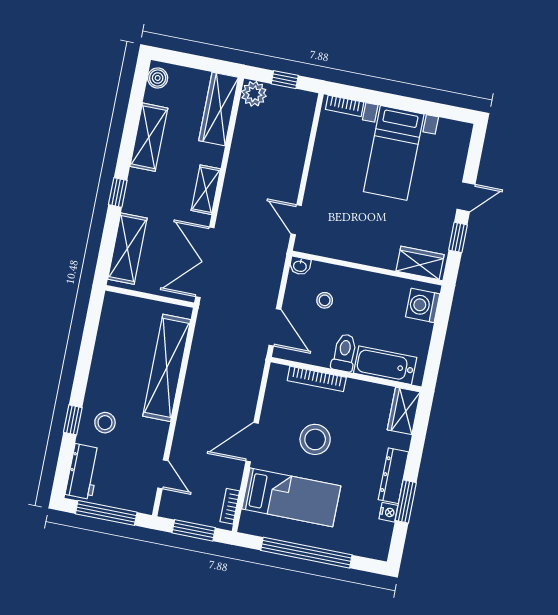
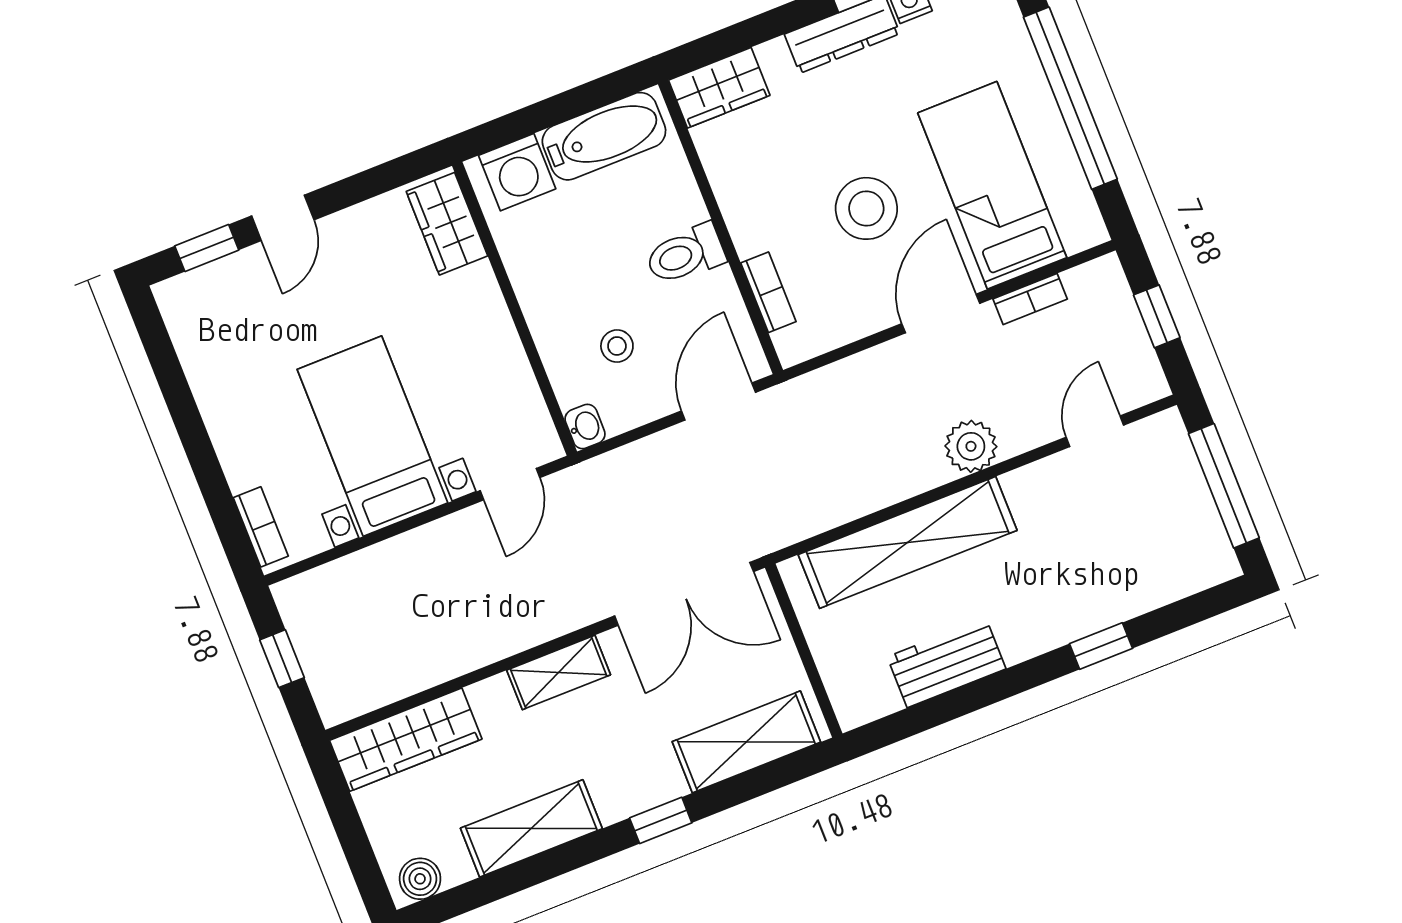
plant: (254, 94) -> (971, 446), moved
bed with nightstands: (394, 153) -> (372, 436), moved, turned -90
door: (466, 197) -> (283, 218), swing flipped
window: (458, 237) -> (207, 248), moved
bathtub: (385, 365) -> (604, 136), moved, turned -90
bookcase: (317, 379) -> (768, 292), width x0.64
stool: (105, 423) -> (1070, 588), removed
door: (252, 442) -> (941, 314), swing flipped
workbench: (83, 472) -> (947, 663), moved
bookcase: (230, 506) -> (1030, 299), moved
window: (194, 530) -> (1157, 316), width x0.67

